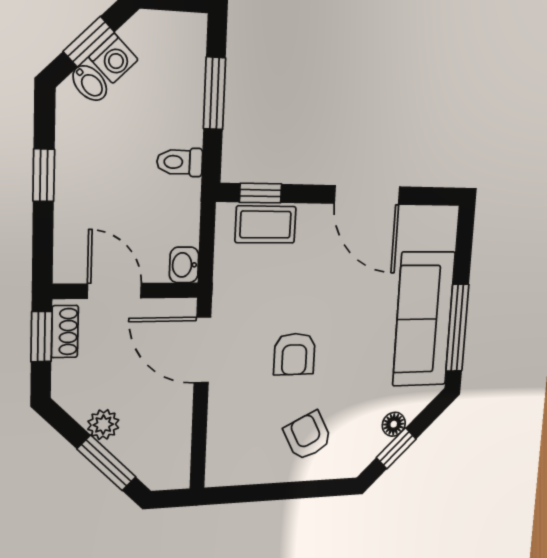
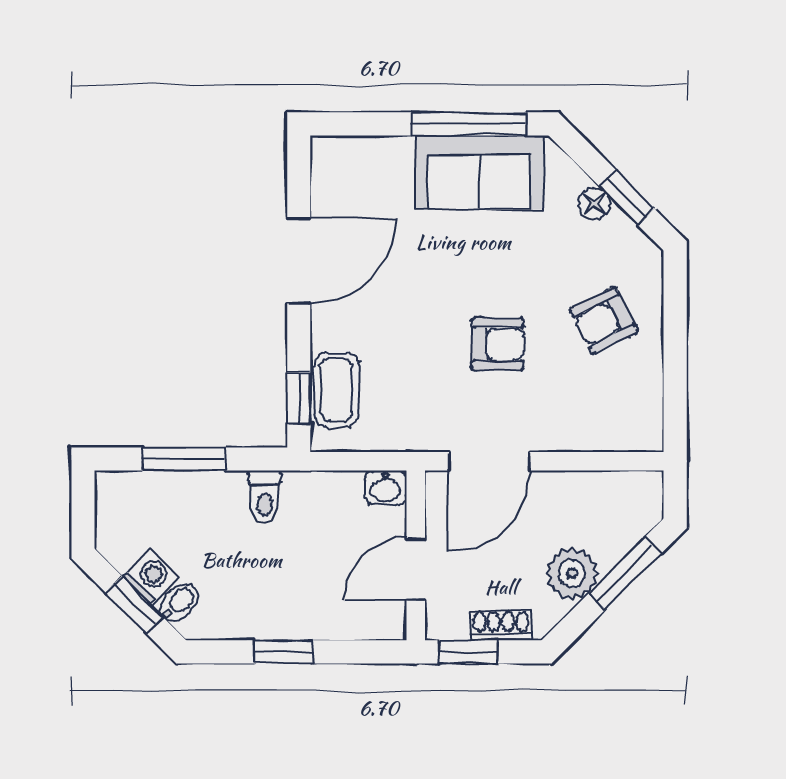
sofa: (424, 319) -> (479, 172), width x0.73
shoe rack: (65, 332) -> (501, 625), moved
plant: (103, 425) -> (572, 573), width x1.38, depth x1.38

